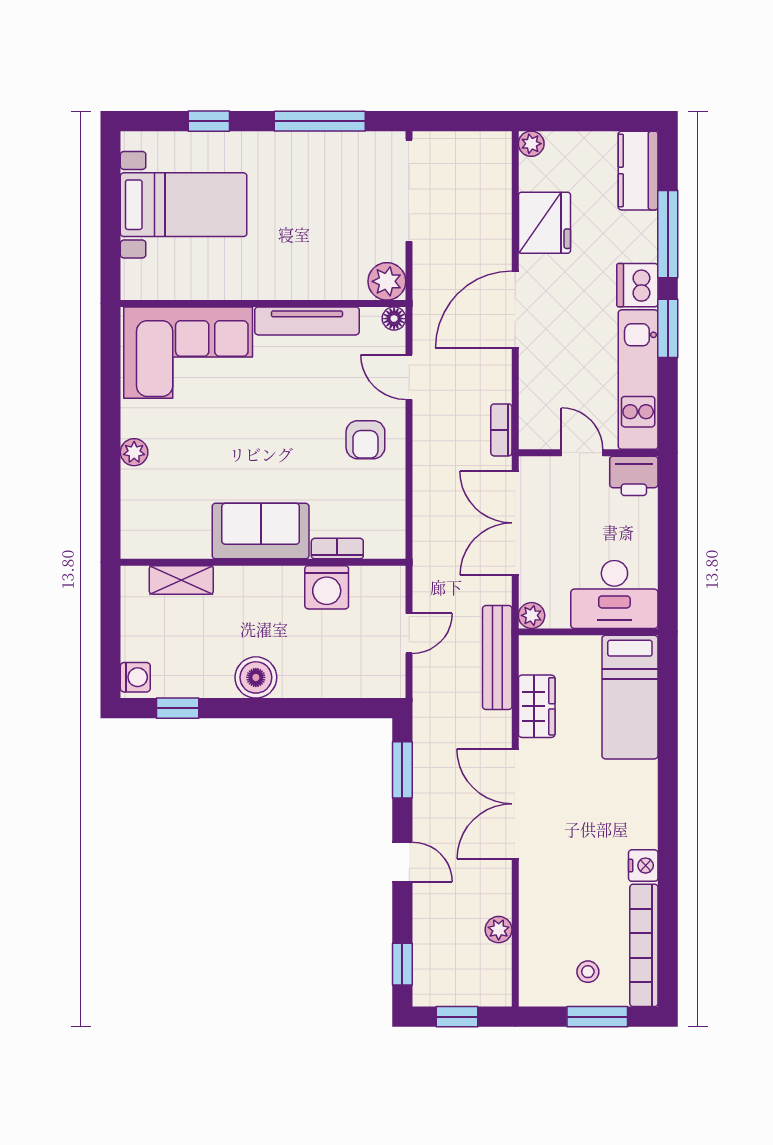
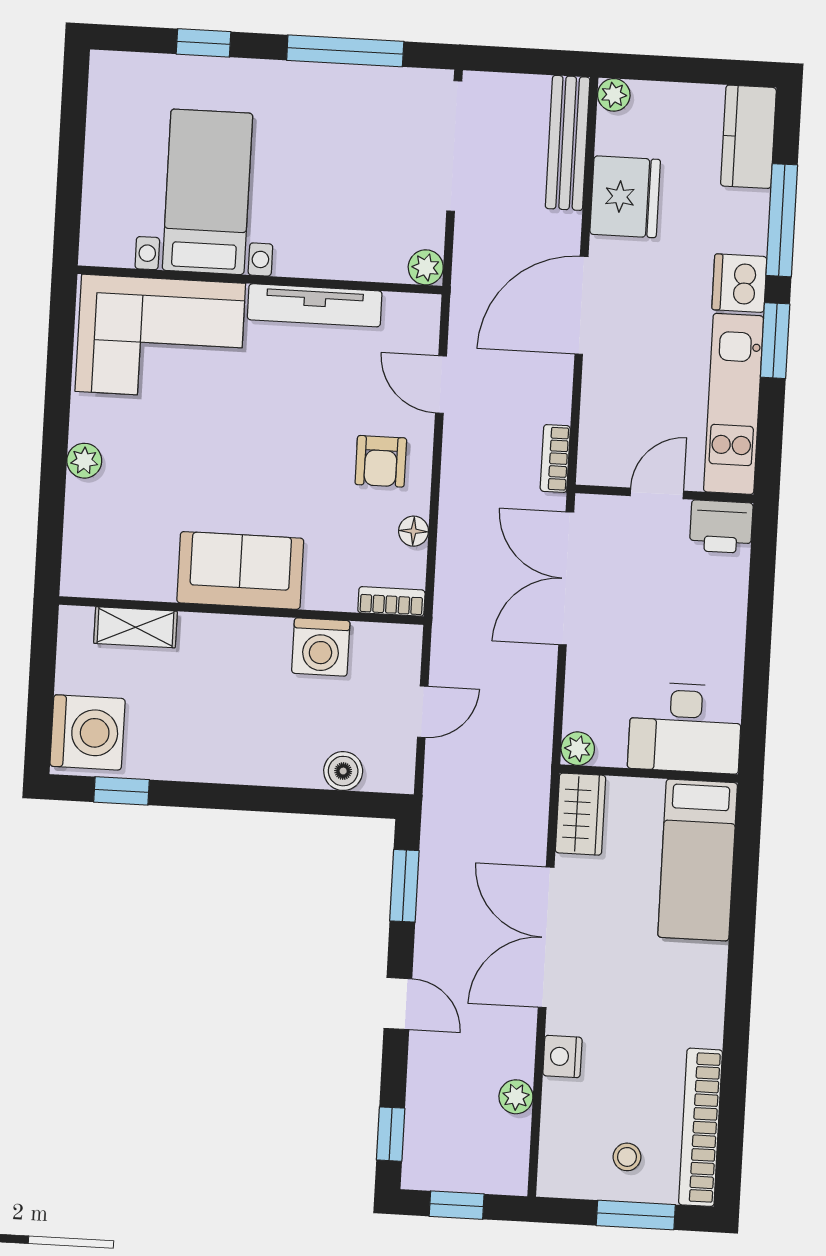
bed with nightstands: (184, 205) -> (207, 192), moved, turned -90
plant: (387, 281) -> (426, 267), width x0.73, depth x0.73
floor lamp: (394, 319) -> (414, 531), moved
door: (582, 453) -> (657, 493), hinge flipped
bookcase: (337, 549) -> (391, 601), moved
desk: (614, 594) -> (685, 728), moved
plant: (532, 615) -> (578, 749), moved
wall: (588, 632) -> (649, 774), moved
bench: (497, 658) -> (568, 143), moved
washing machine: (135, 677) -> (88, 732), width x1.89, depth x1.89
boiler: (256, 677) -> (343, 771), moved, width x0.73, depth x0.73
bed: (630, 697) -> (698, 860), moved
nightstand: (643, 866) -> (562, 1056), moved, turned 180

